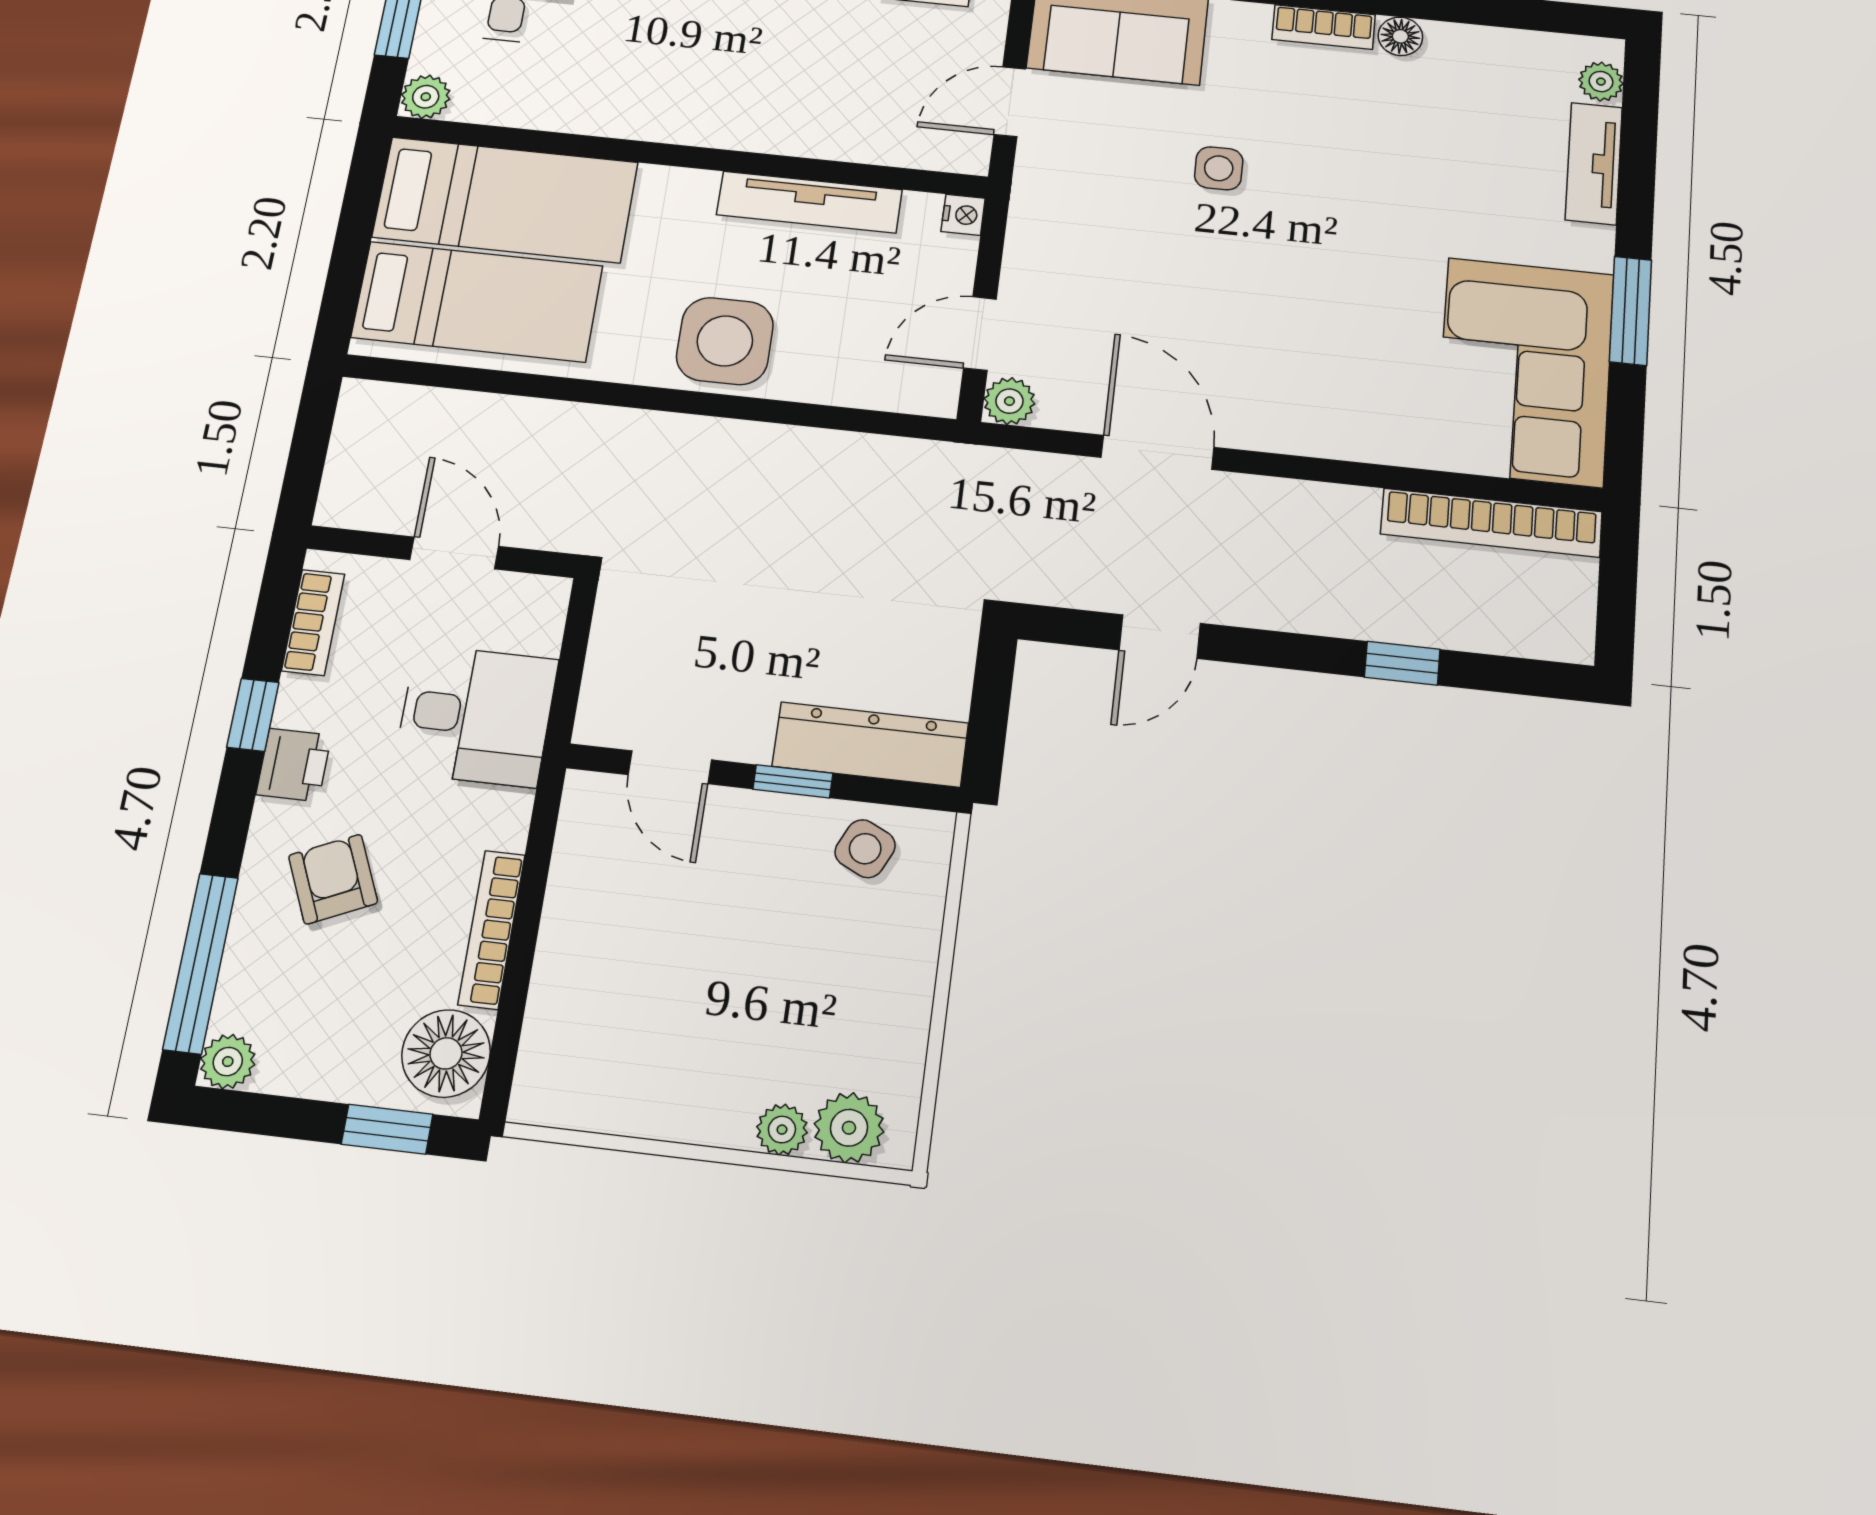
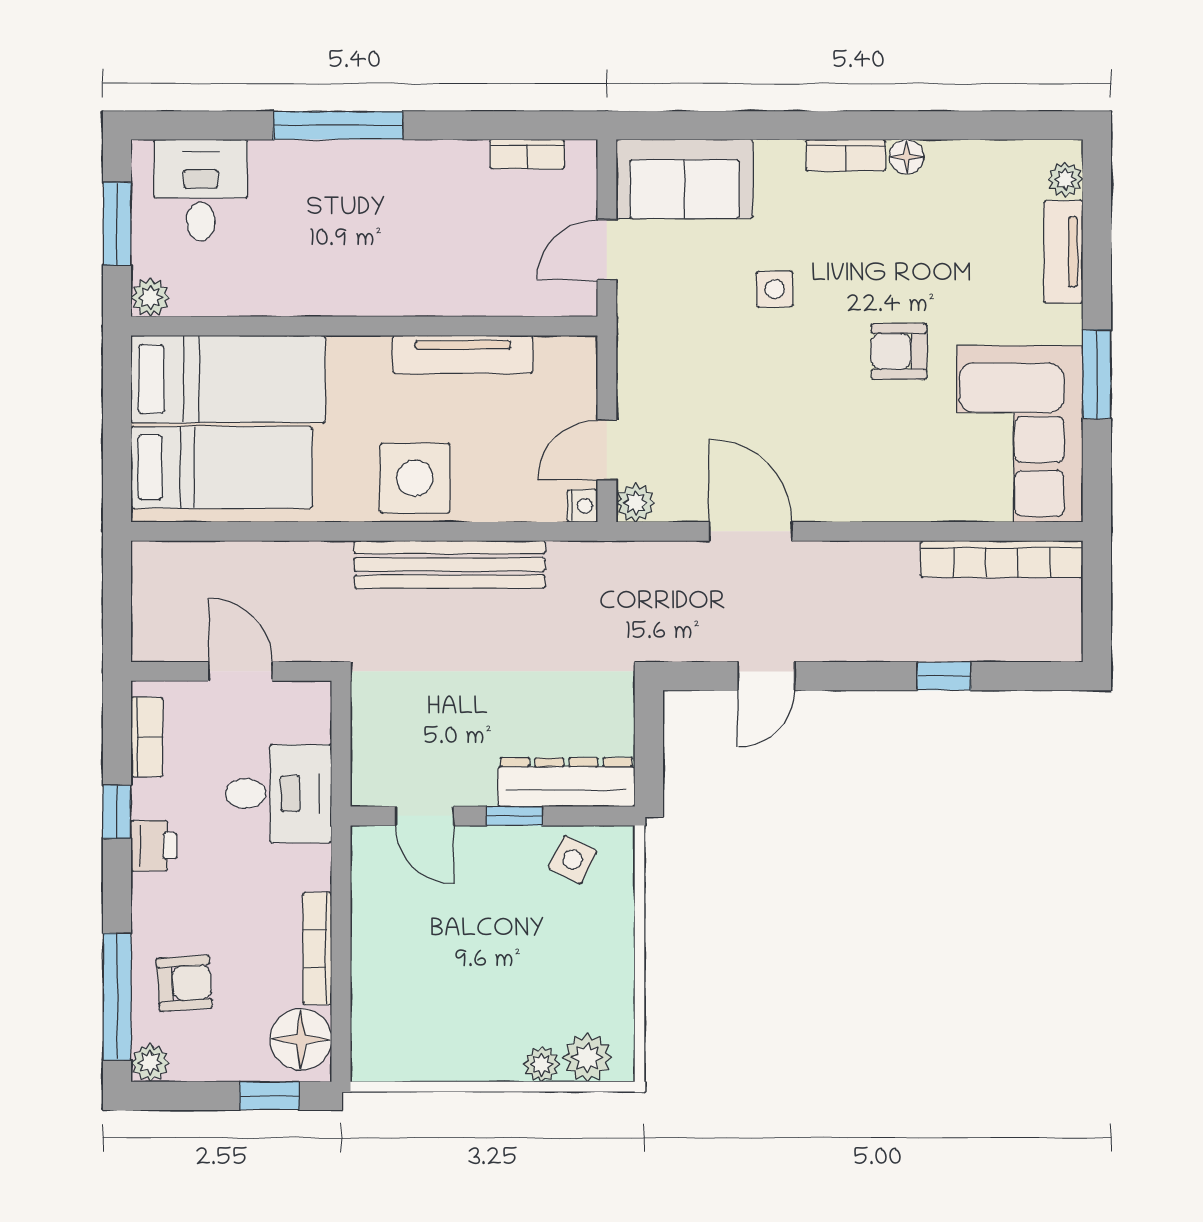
nightstand: (963, 215) -> (582, 506), moved
armchair: (1373, 257) -> (899, 351), added
bench: (754, 450) -> (450, 564), added
armchair: (333, 879) -> (184, 983), moved, turned 110

